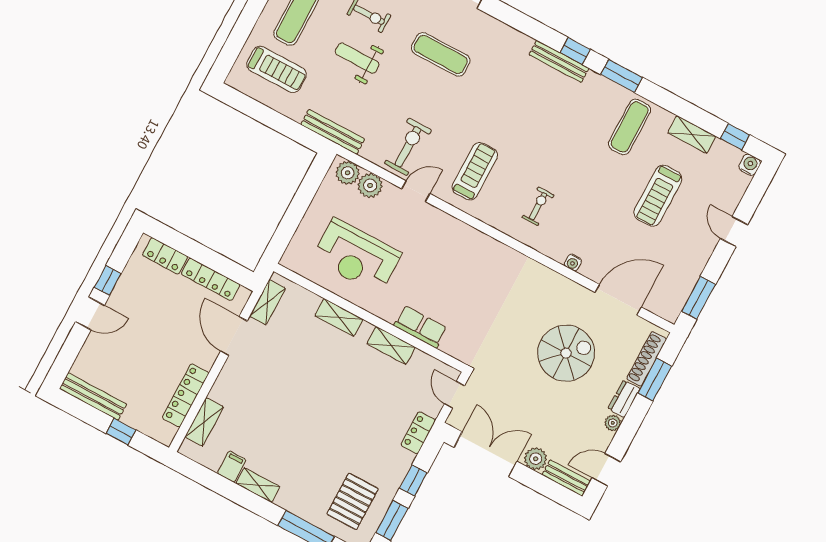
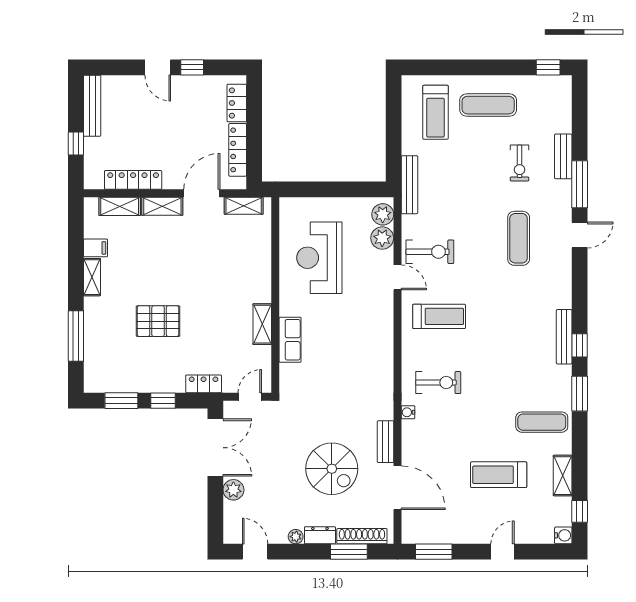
weight bench: (357, 58) -> (479, 172), removed
exercise bike: (538, 206) -> (438, 383), width x1.38, depth x1.39
water cooler: (573, 262) -> (408, 412), moved
shelving: (339, 317) -> (162, 206), moved, turned 90
bench: (566, 478) -> (385, 442), moved
pallet: (353, 501) -> (158, 321), moved

